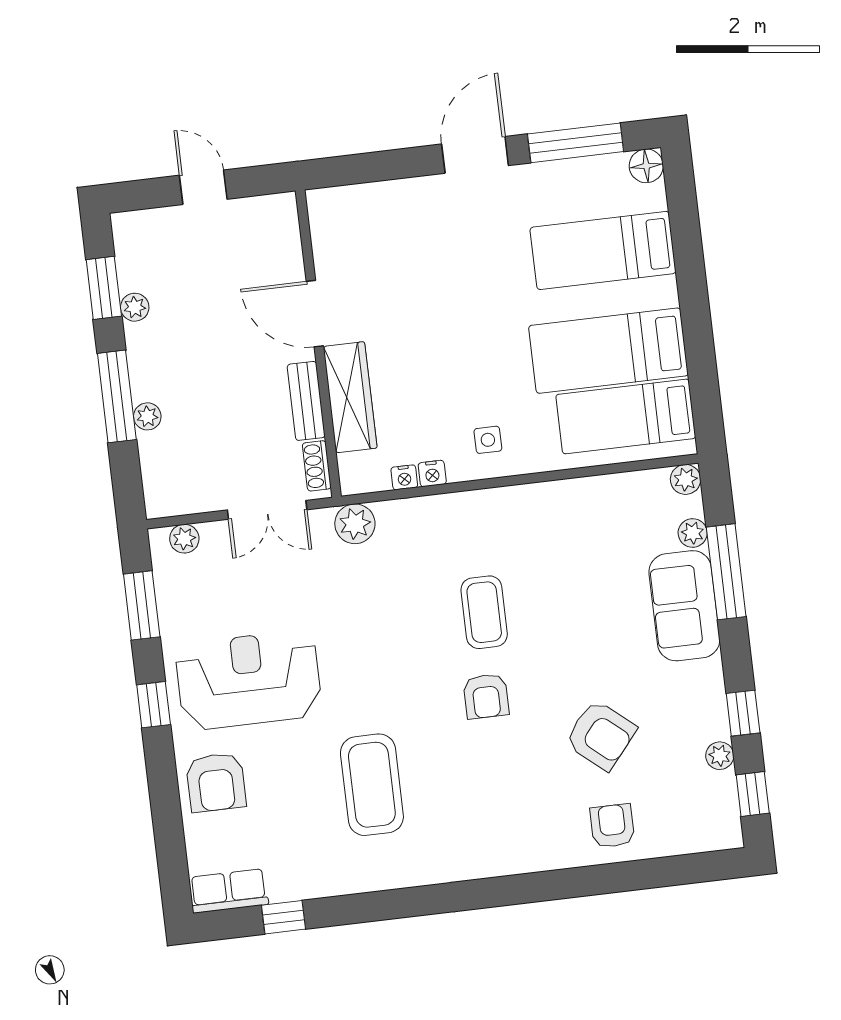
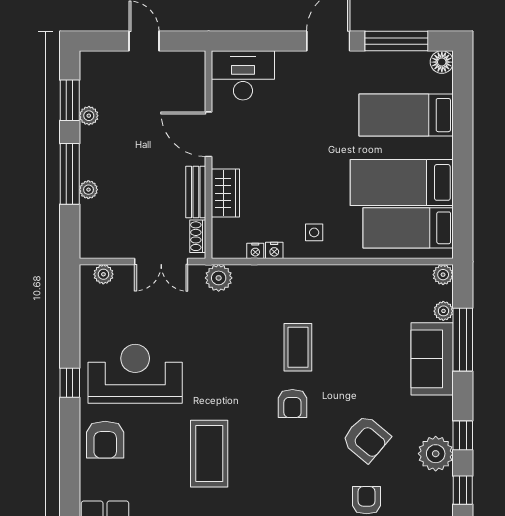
desk: (355, 221) -> (243, 75), added
wardrobe: (350, 397) -> (225, 193), width x0.67
window: (142, 605) -> (70, 315), removed
plant: (720, 756) -> (436, 454), width x1.87, depth x1.87

